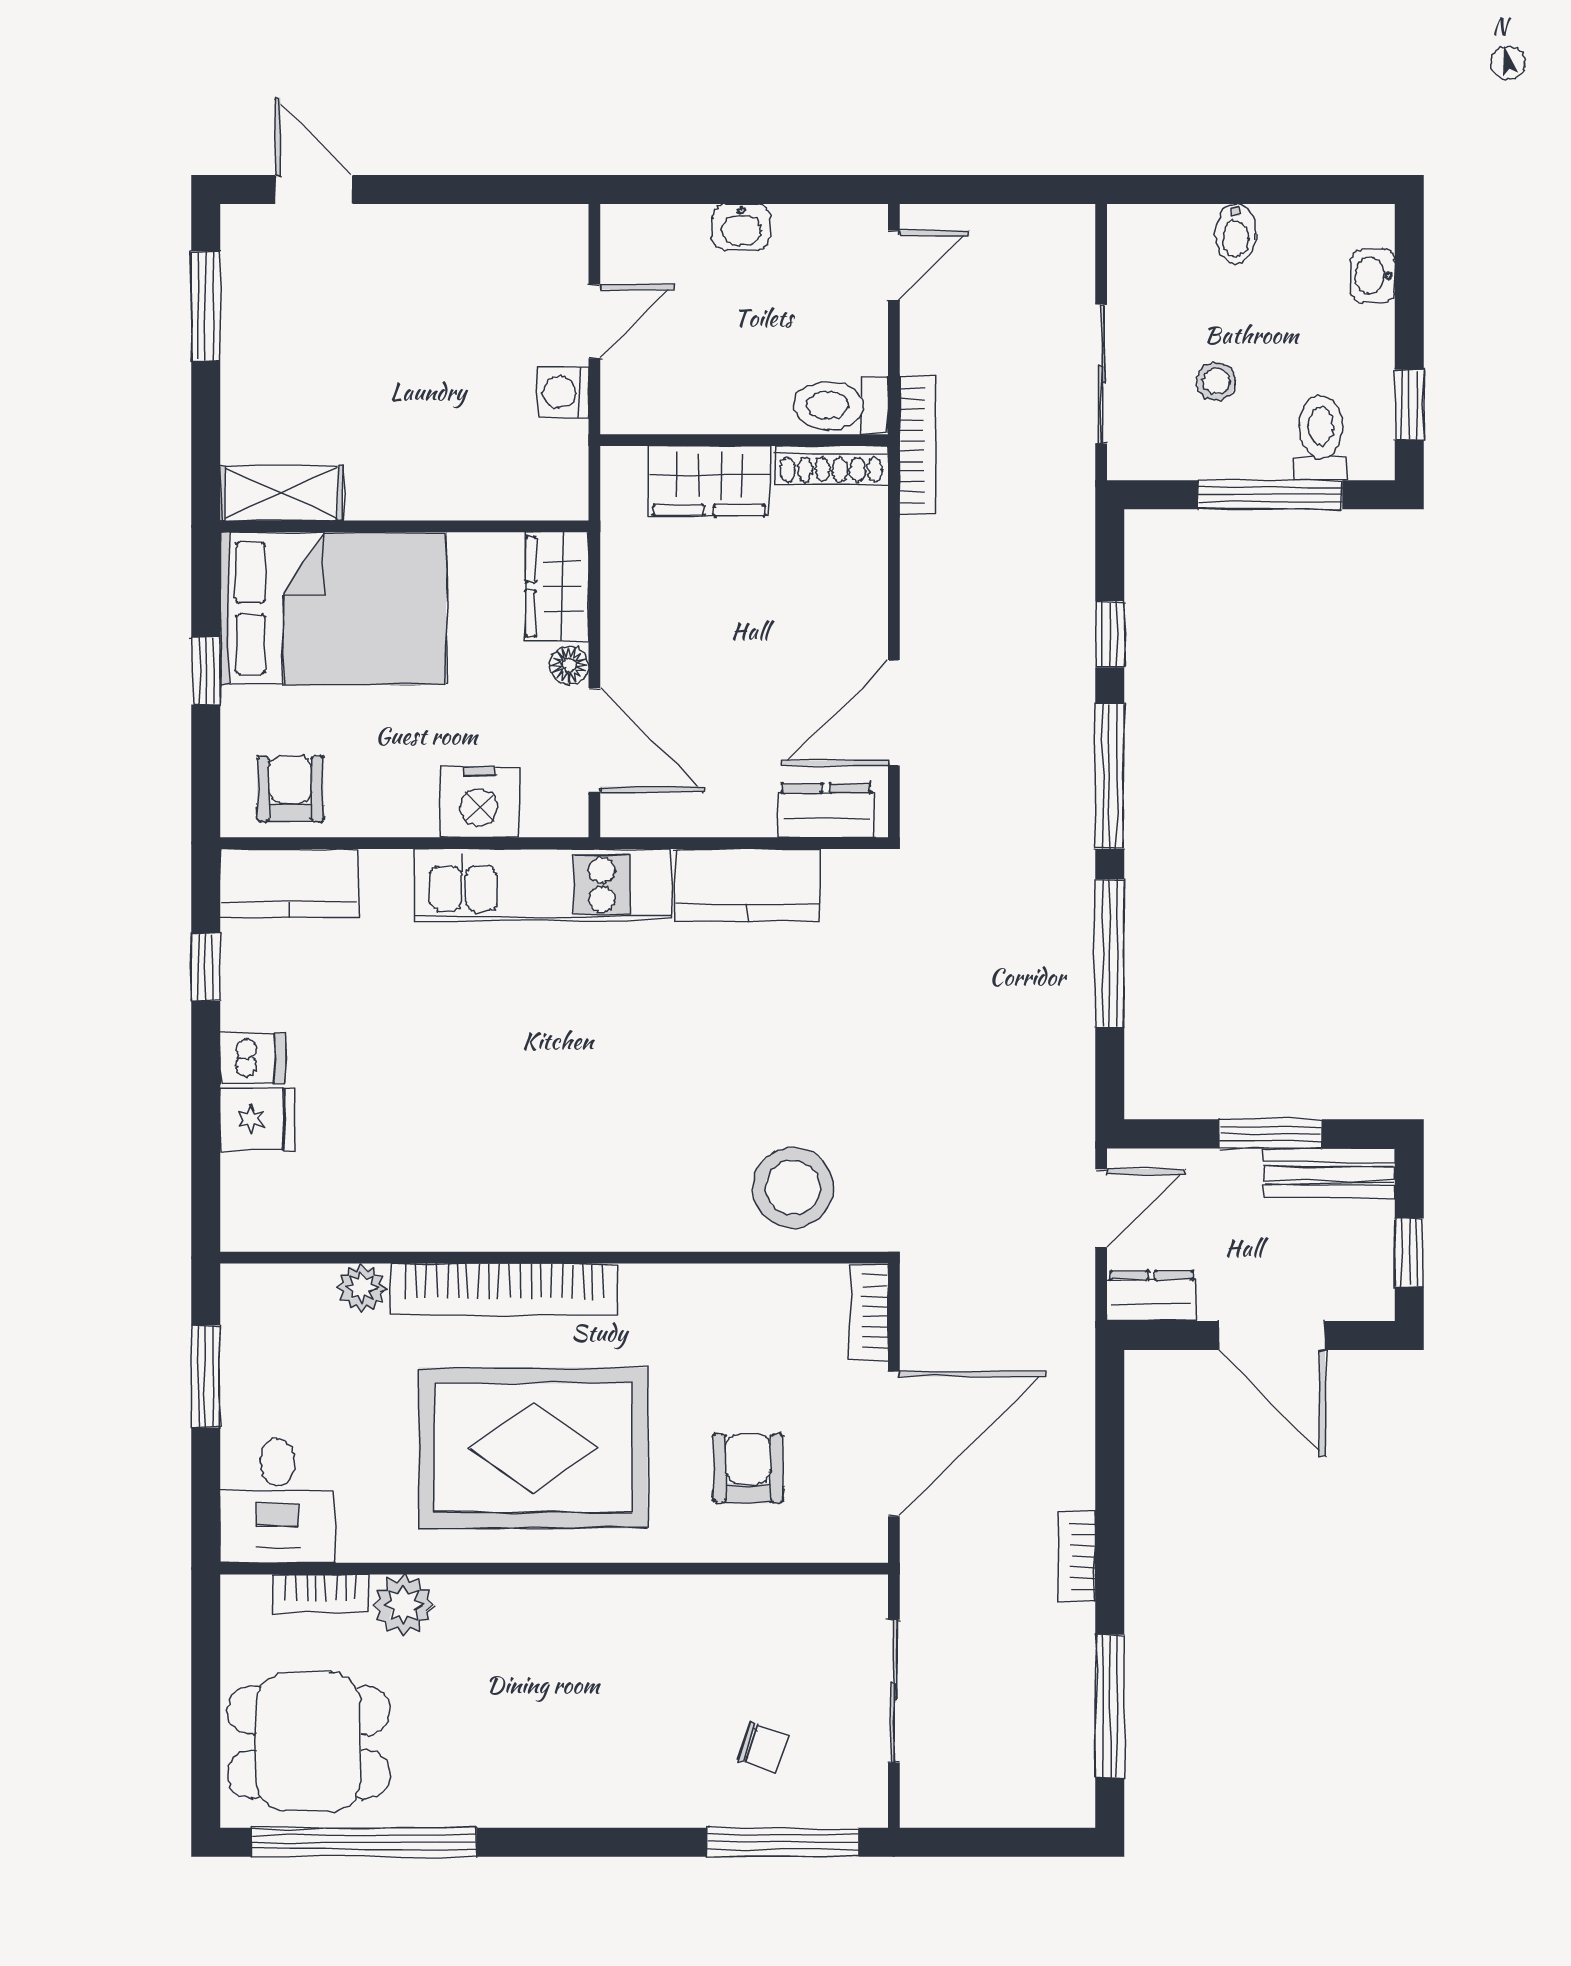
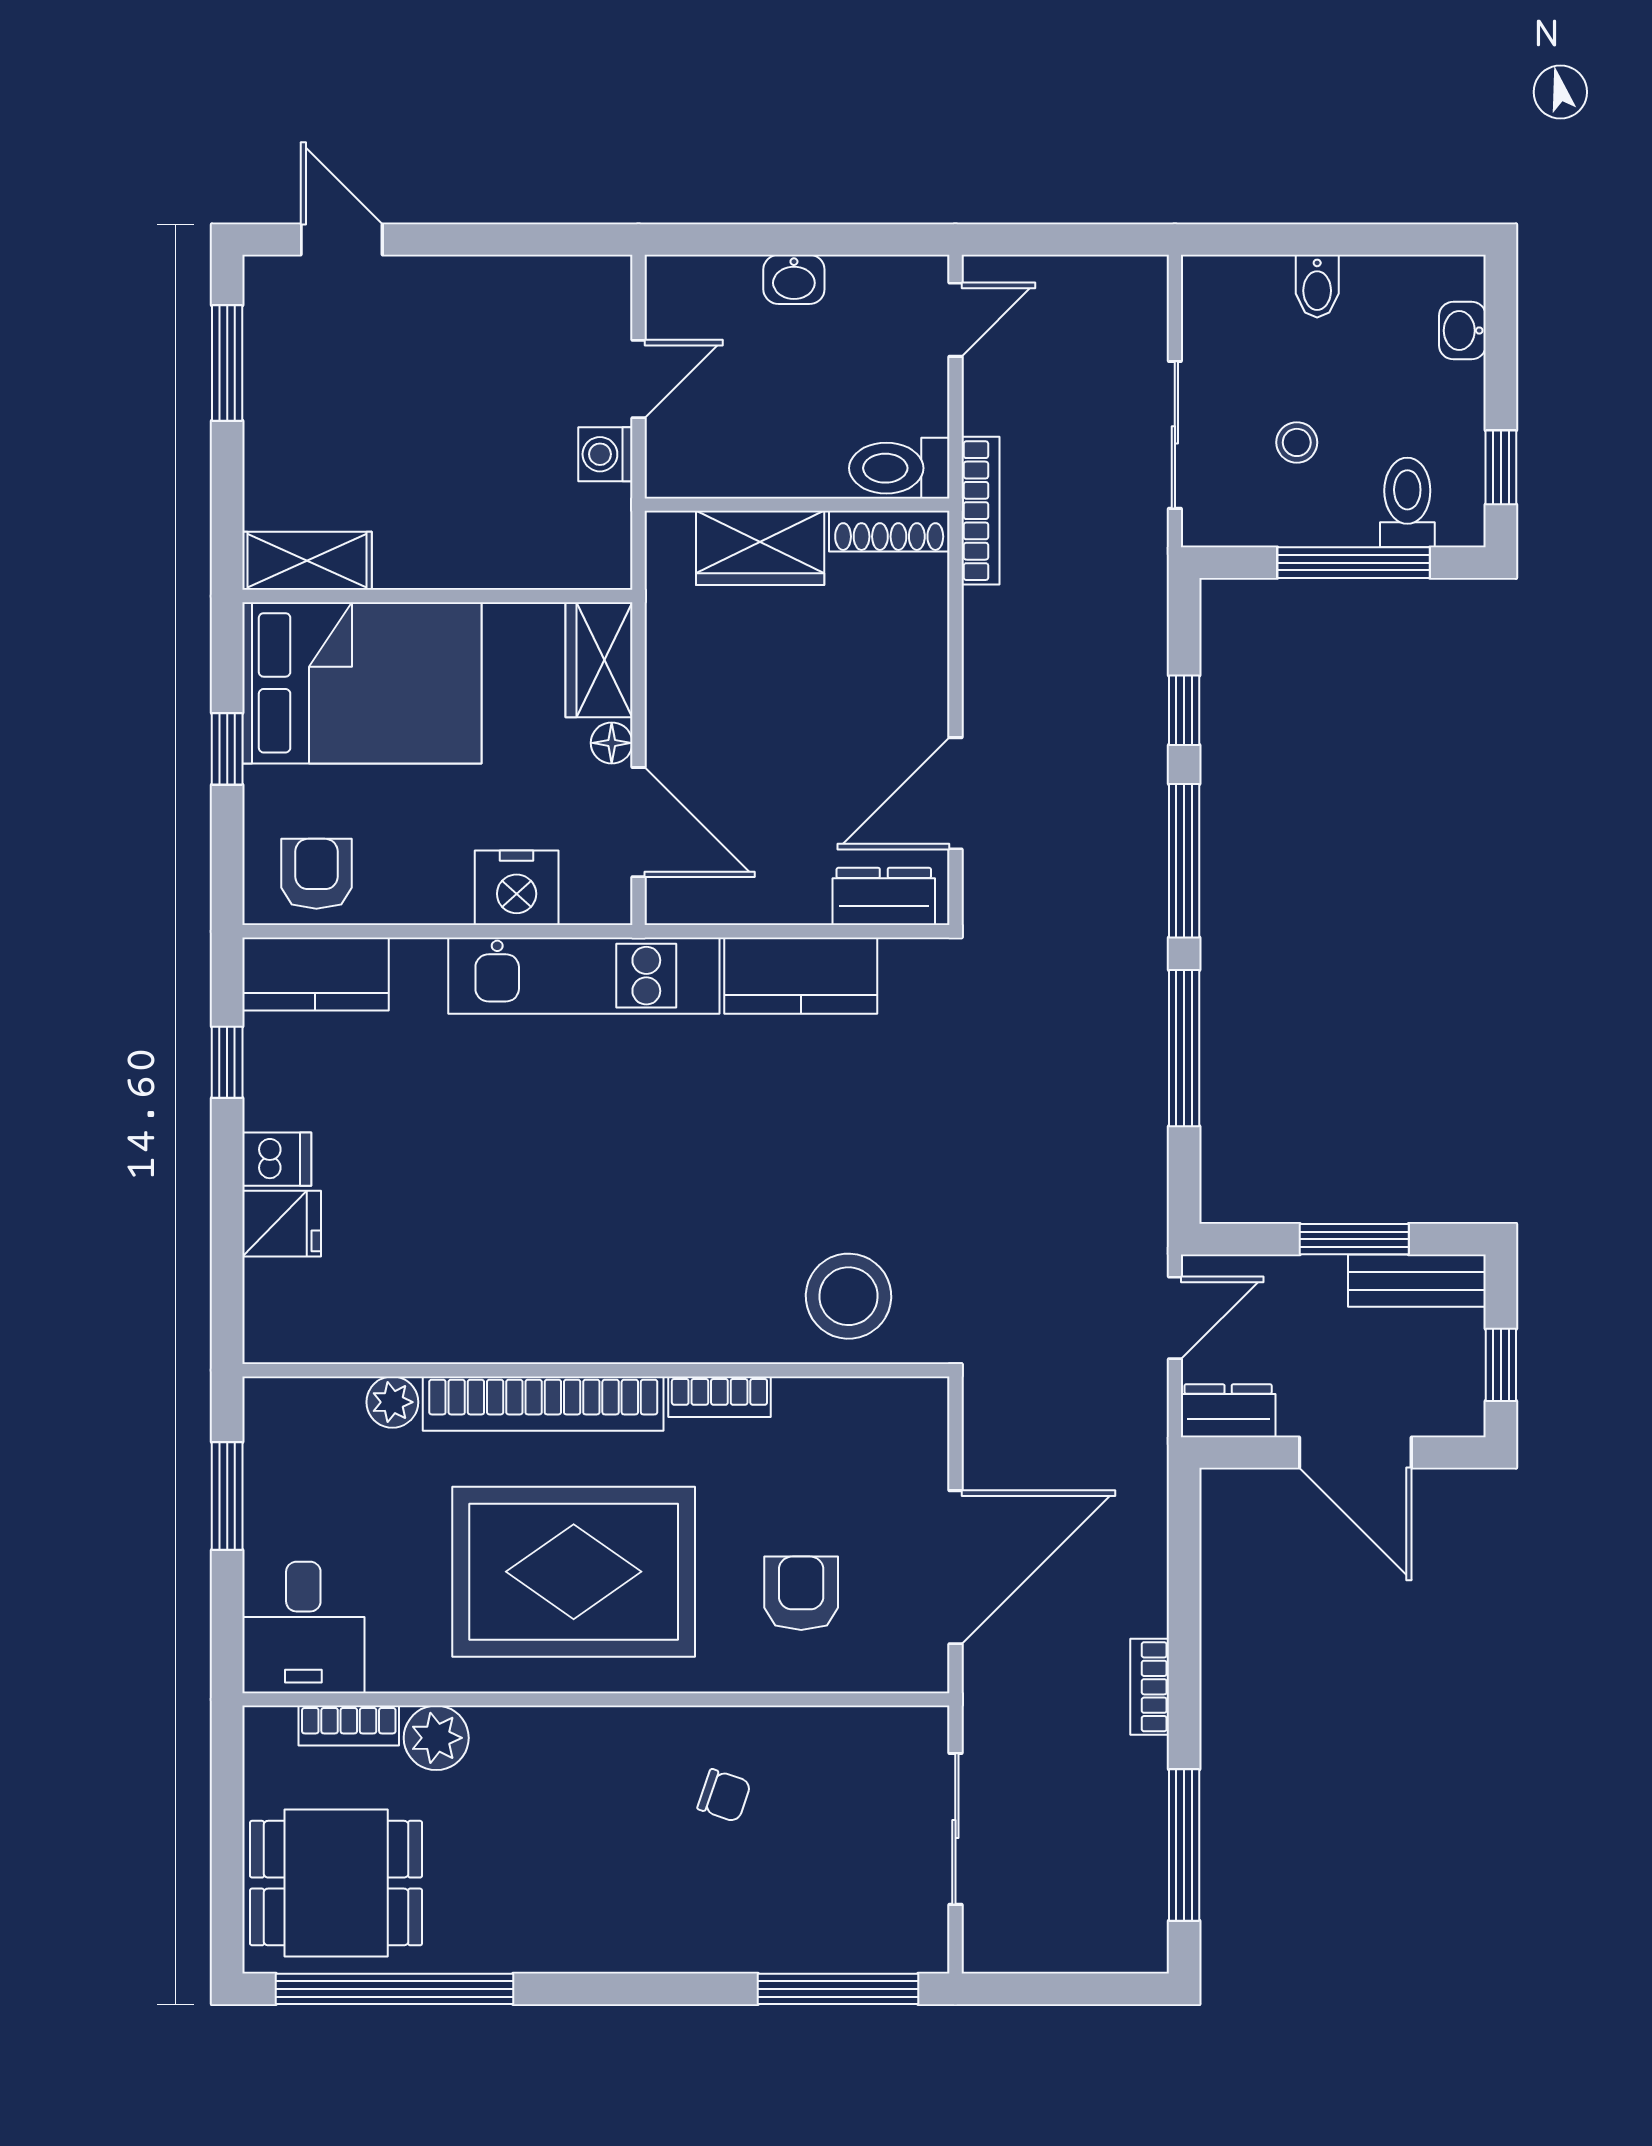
bookcase: (869, 1312) -> (719, 1397), moved, turned -90
chair: (763, 1747) -> (724, 1796), moved

